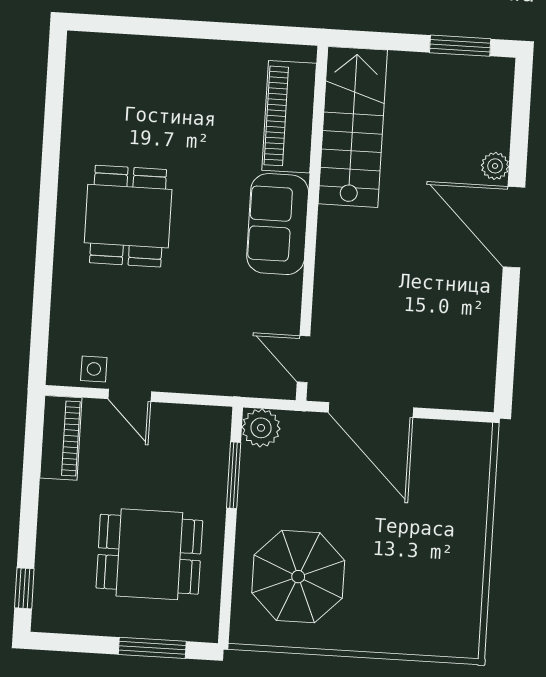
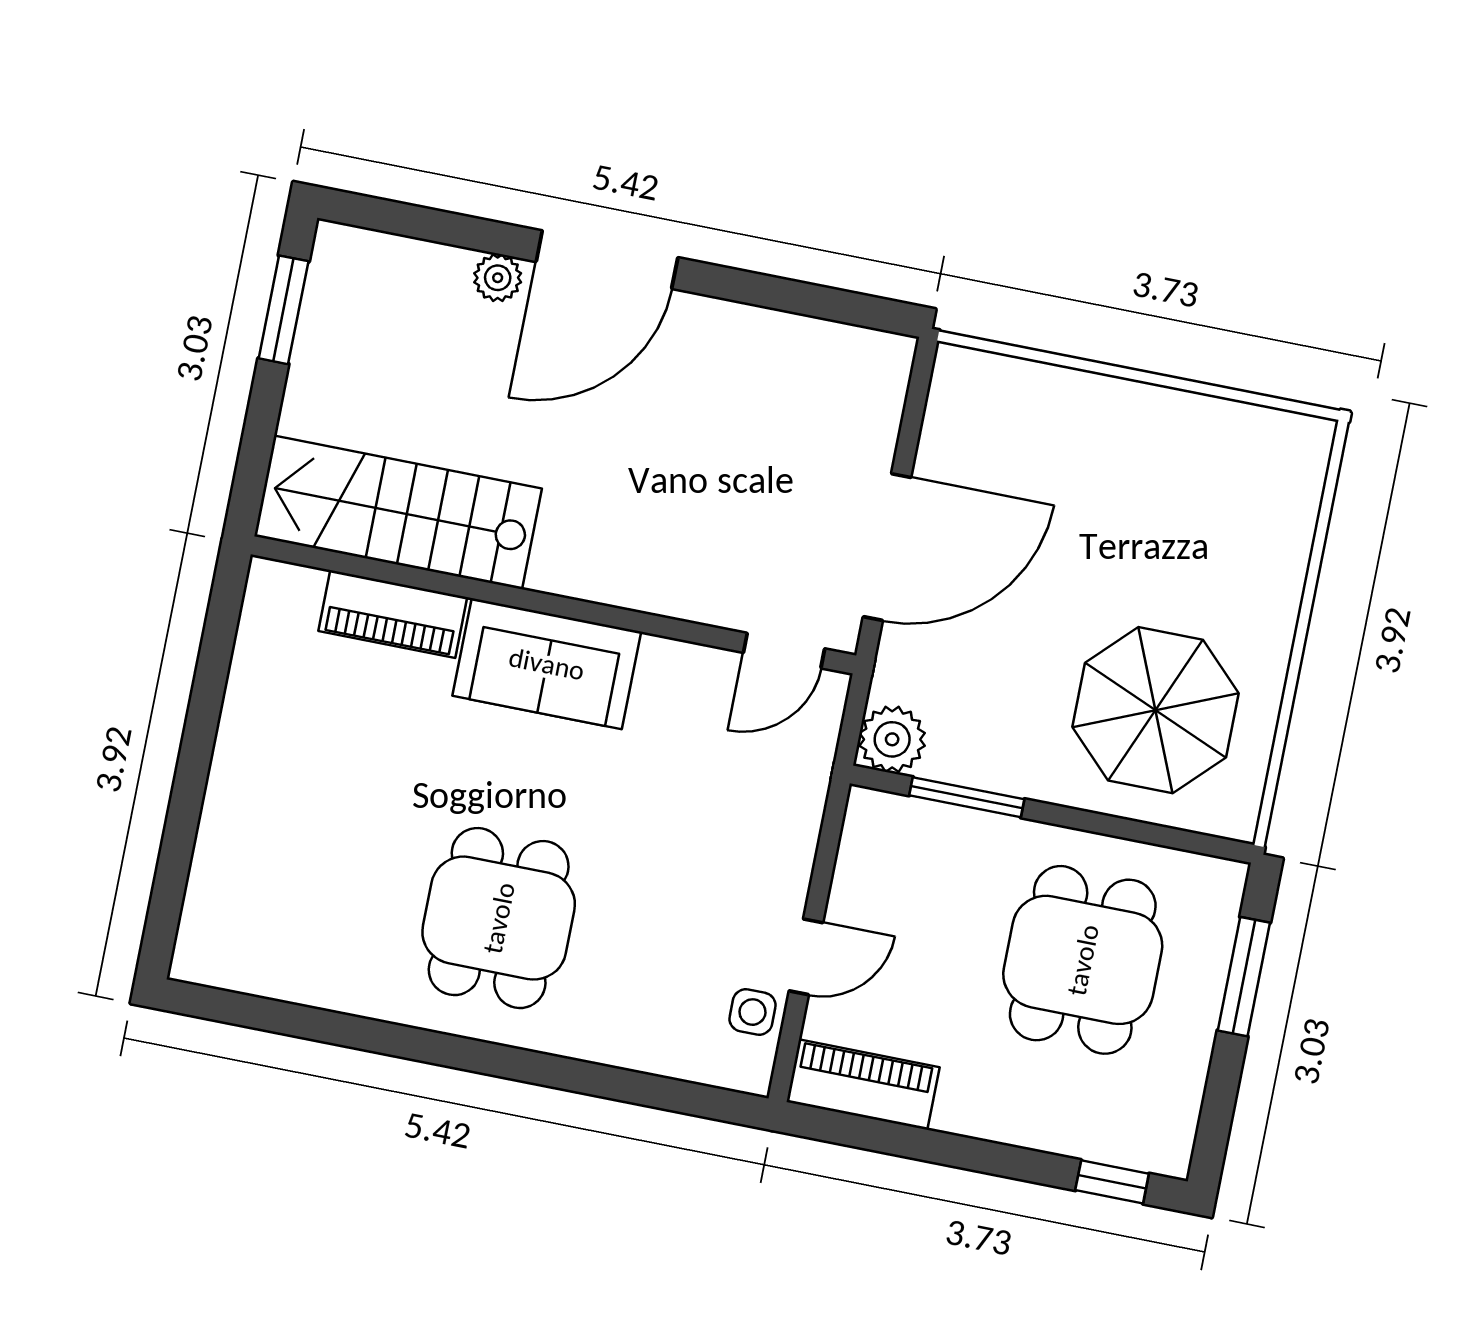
piano: (289, 117) -> (393, 614), width x0.73, depth x0.75
dining table: (128, 216) -> (499, 918), turned 90

